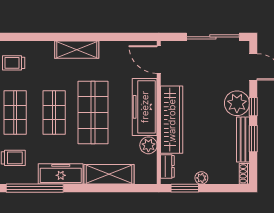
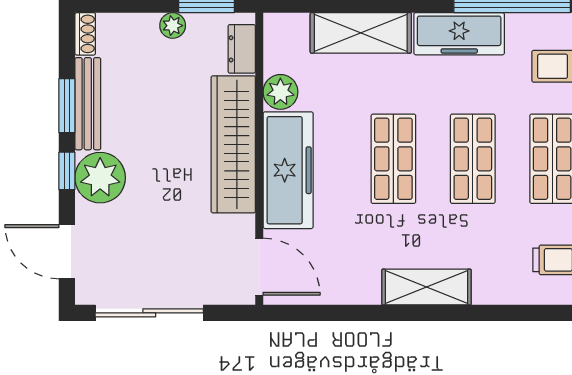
shop shelf: (93, 113) -> (393, 159), width x0.70, depth x0.74

